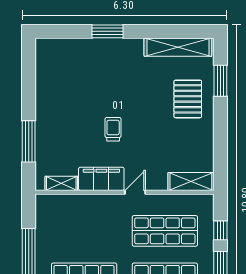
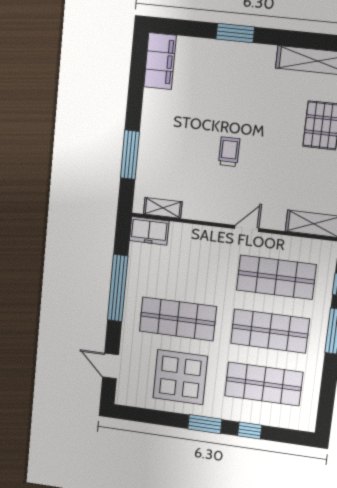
filing cabinet: (101, 179) -> (160, 61), moved, turned 90
freezer: (51, 204) -> (149, 231), added

